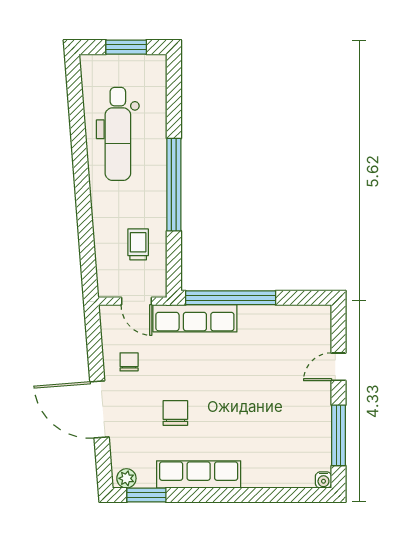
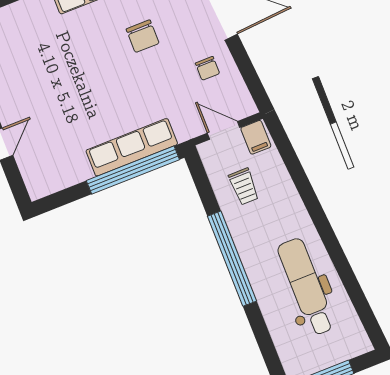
filing cabinet: (110, 284) -> (256, 137), added
row of seats: (195, 318) -> (132, 147), moved

